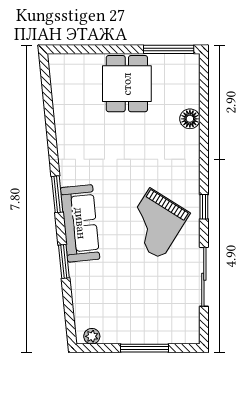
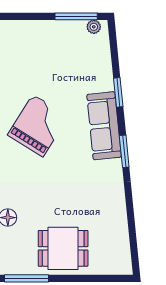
dining table: (127, 84) -> (63, 248), turned 90
window: (145, 348) -> (76, 16), moved

